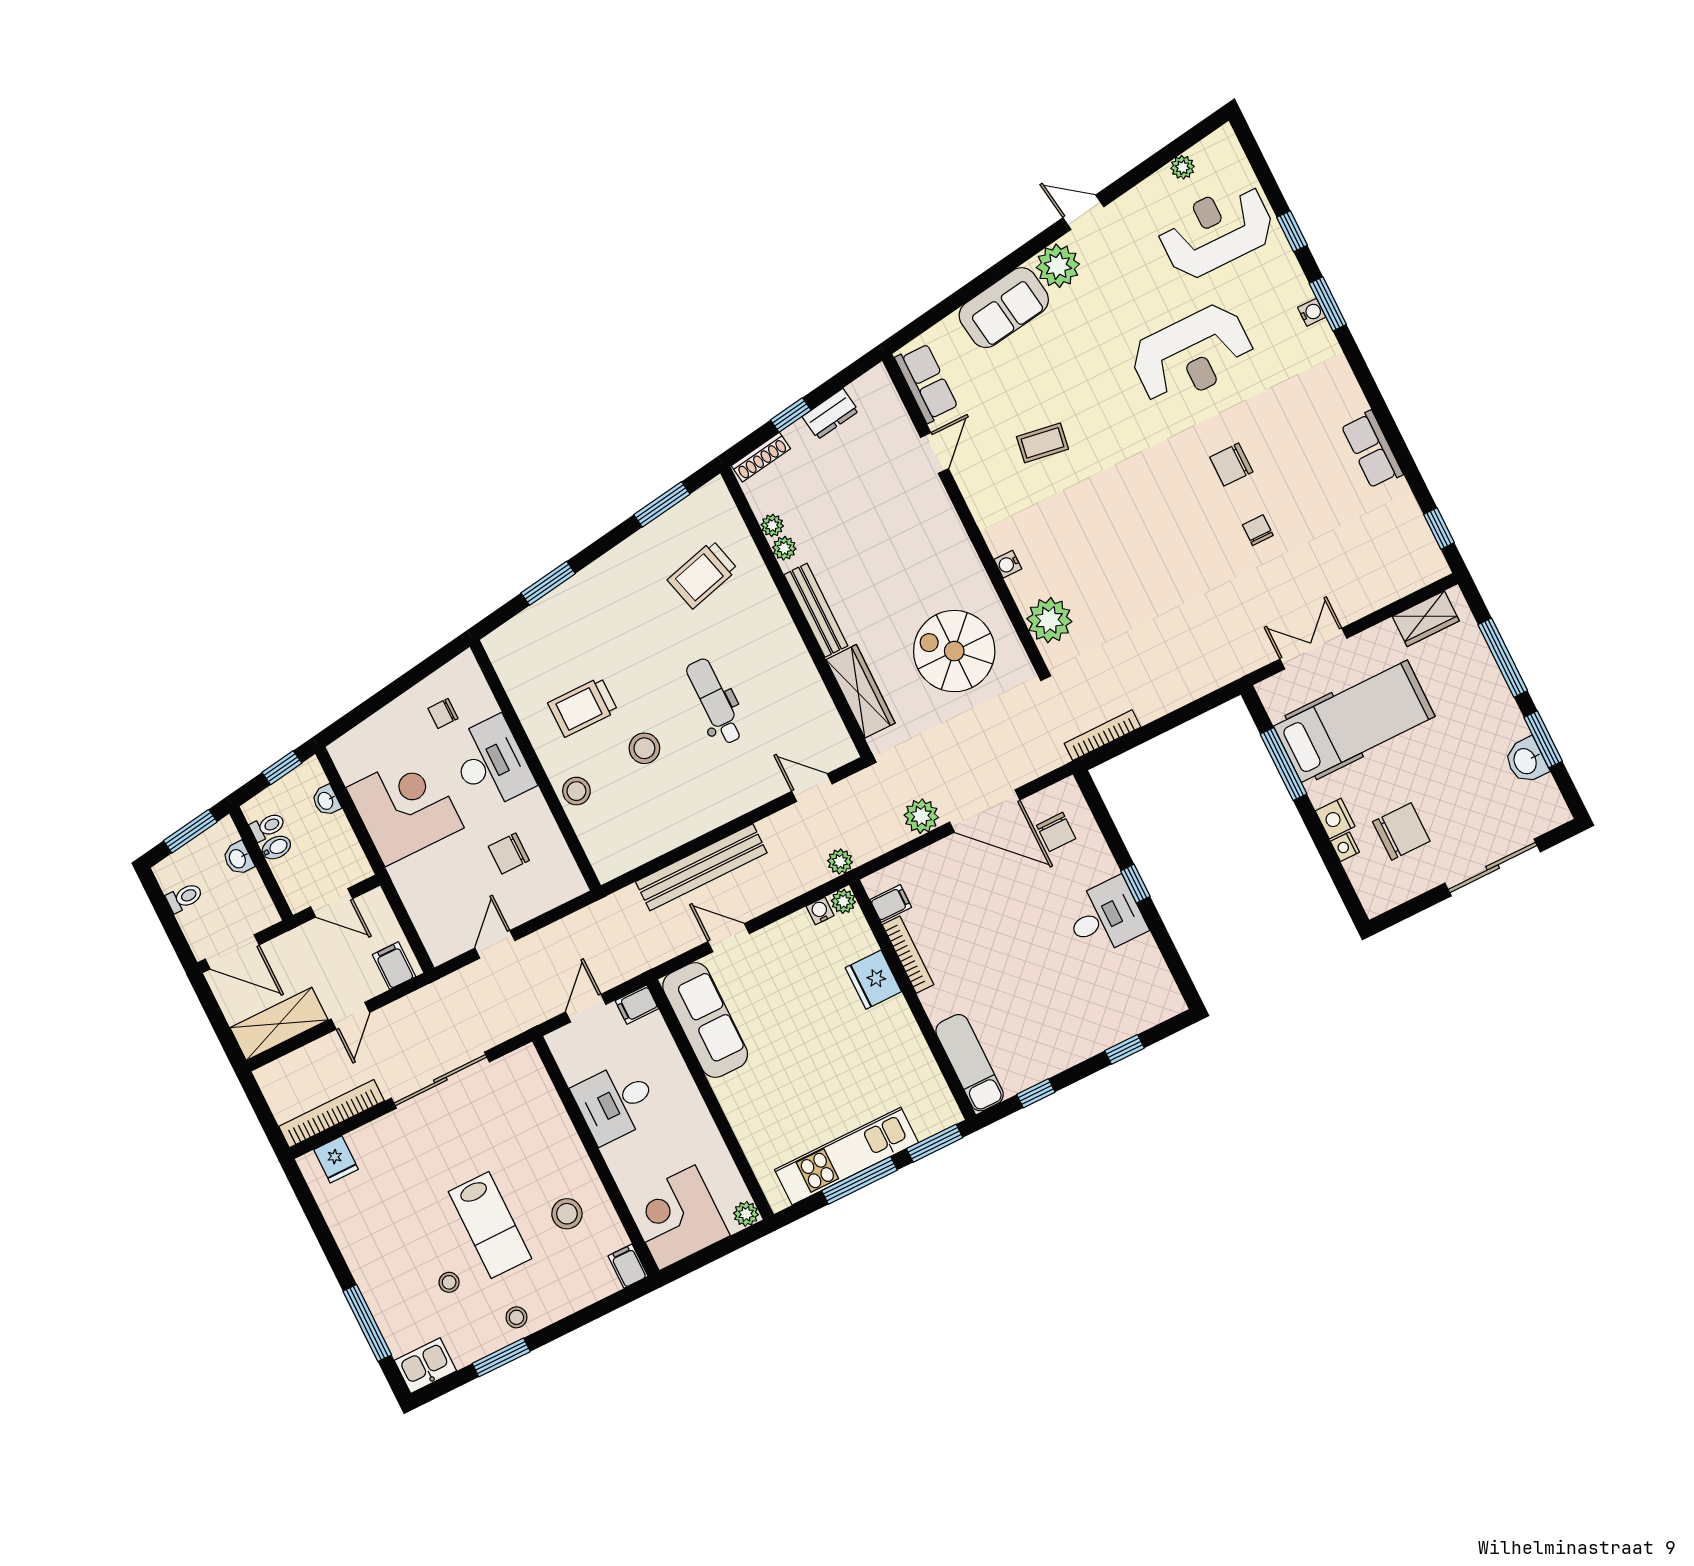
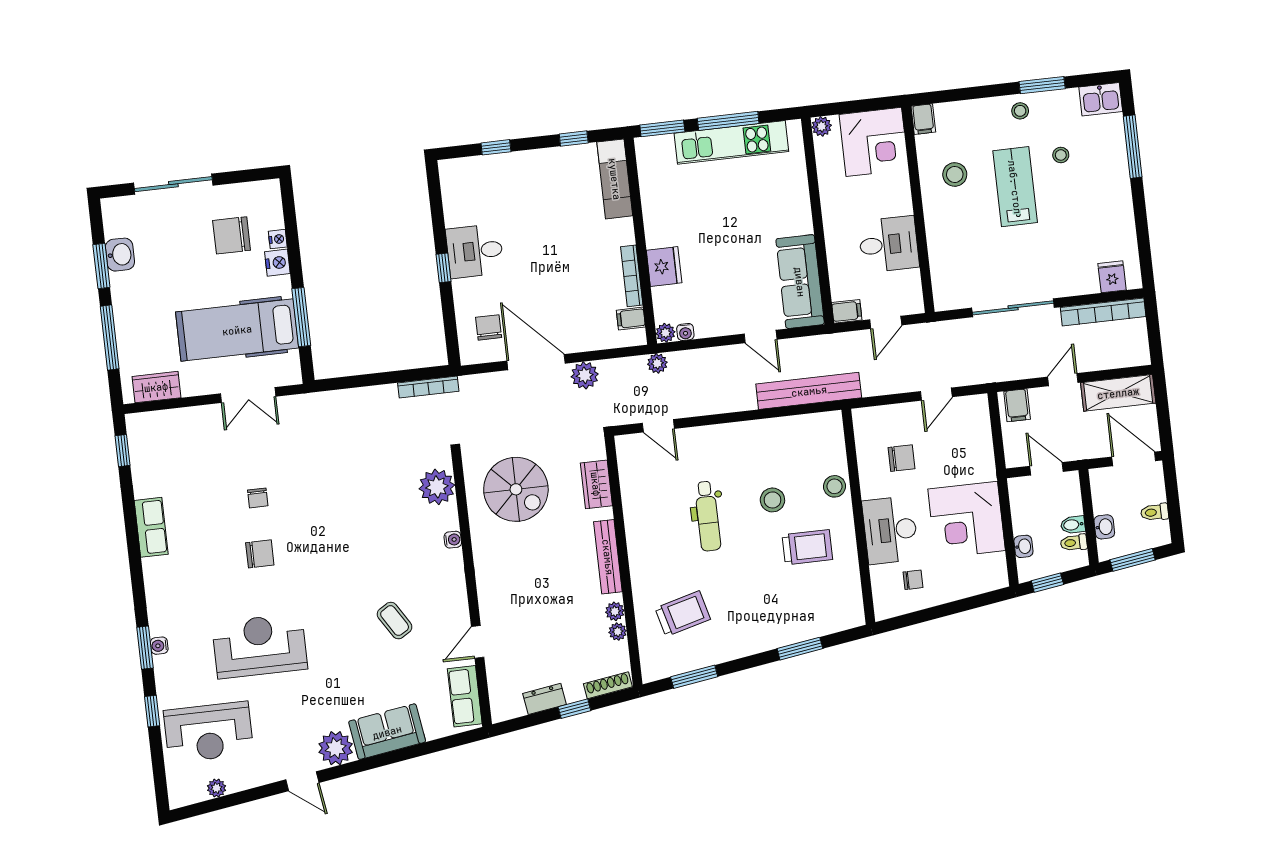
coffee table: (1042, 443) -> (395, 621), turned 49
wardrobe: (861, 691) -> (596, 484), width x0.67
bench: (701, 867) -> (809, 391), moved

